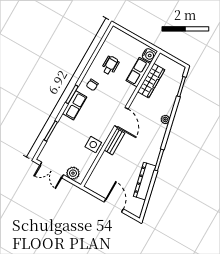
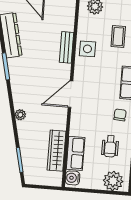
plant: (120, 39) -> (113, 181), added
door: (121, 117) -> (70, 94), hinge flipped
bench: (115, 142) -> (66, 47), moved
coffee table: (66, 143) -> (118, 37), added

